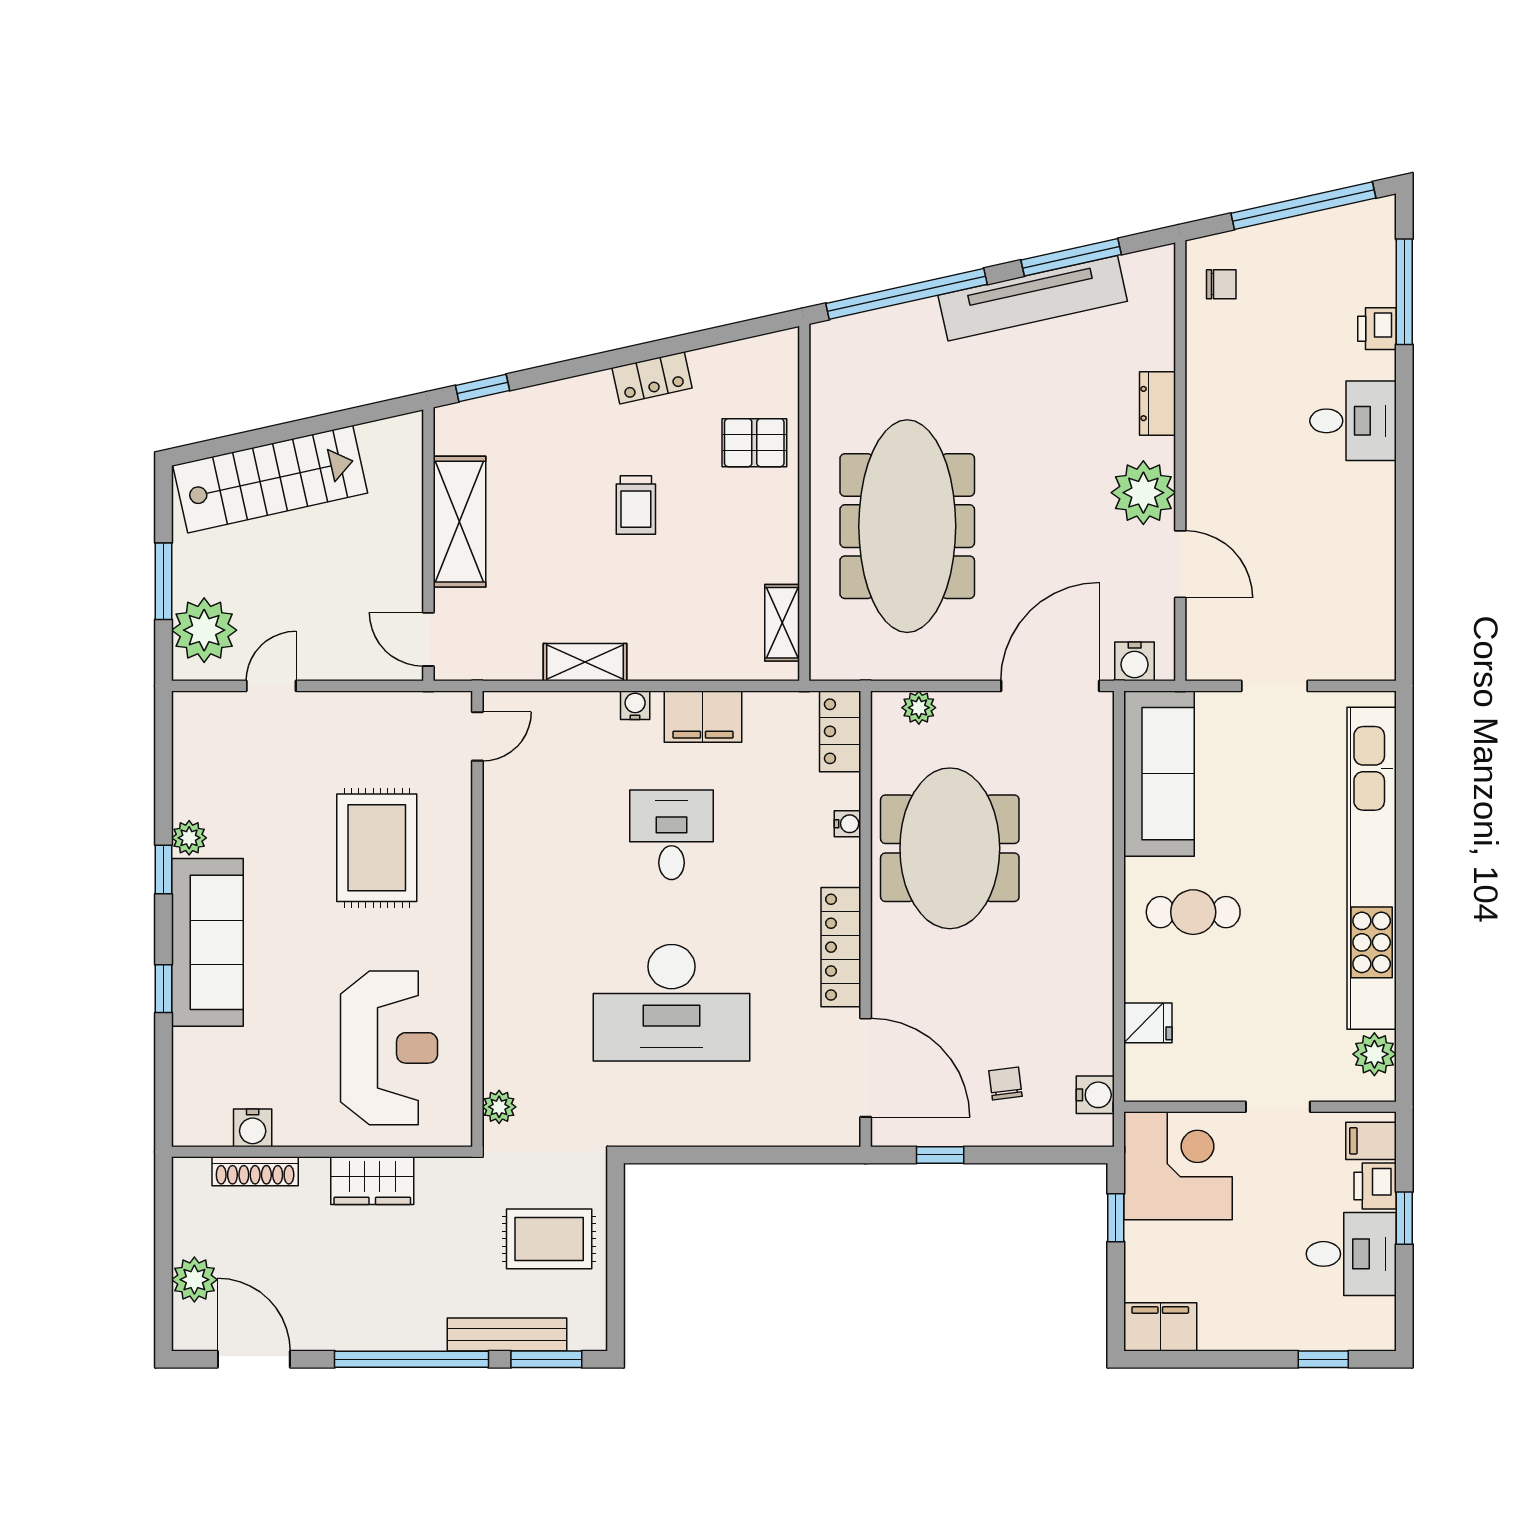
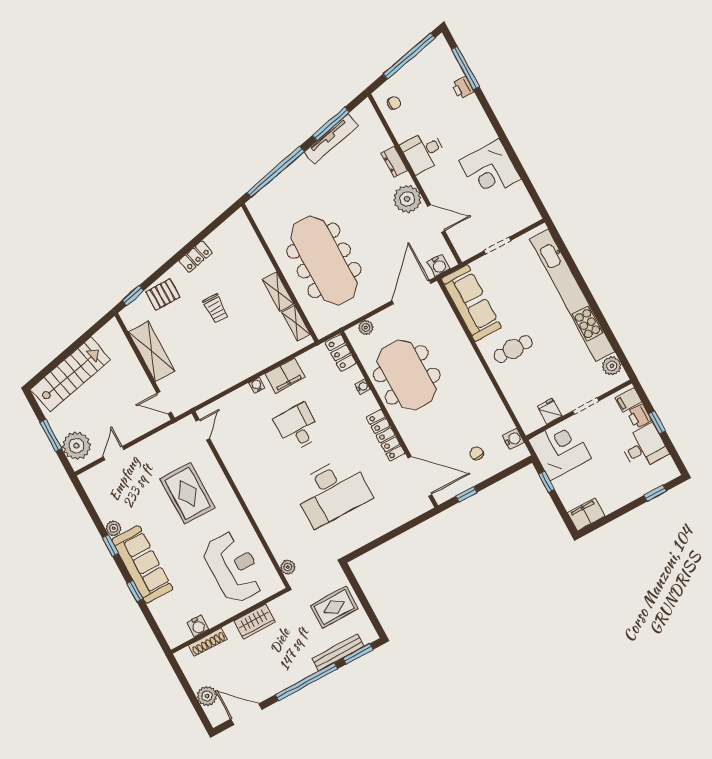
tv unit: (1033, 298) -> (331, 139), width x0.73, depth x0.78
desk: (1353, 421) -> (424, 152), moved, turned 180
pallet: (754, 443) -> (163, 294), moved
corner desk: (1343, 524) -> (490, 170), added
shelving: (585, 662) -> (278, 292), moved, turned 90
fridge: (1148, 1023) -> (550, 411), moved, turned -90

